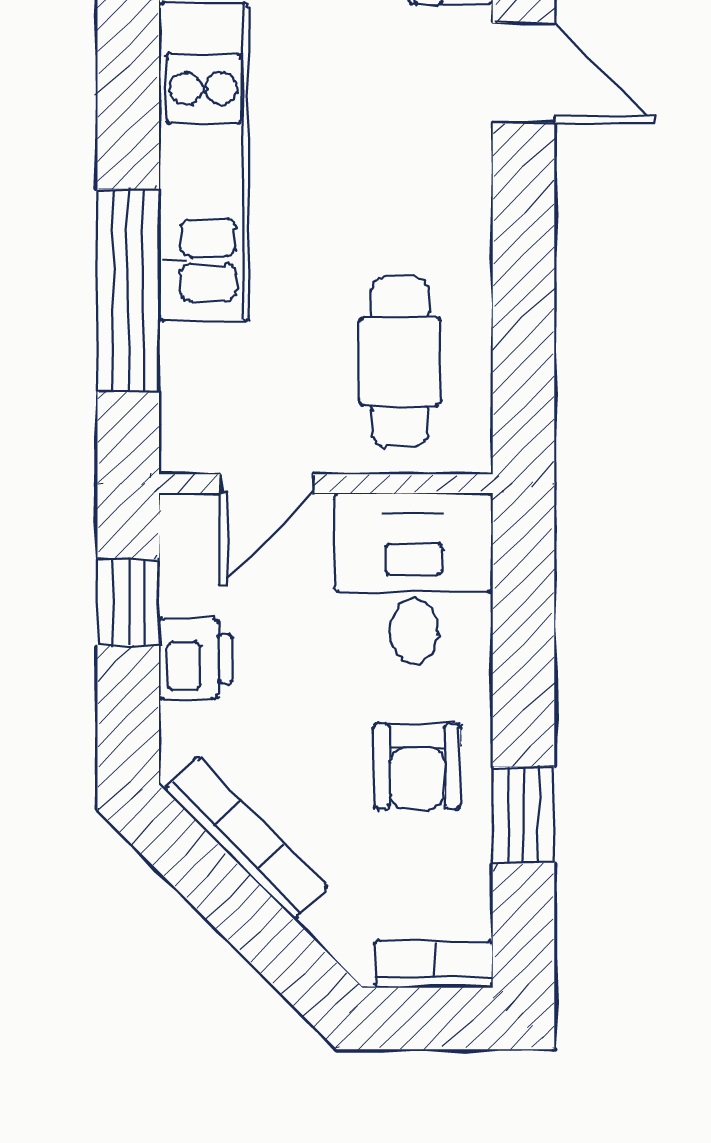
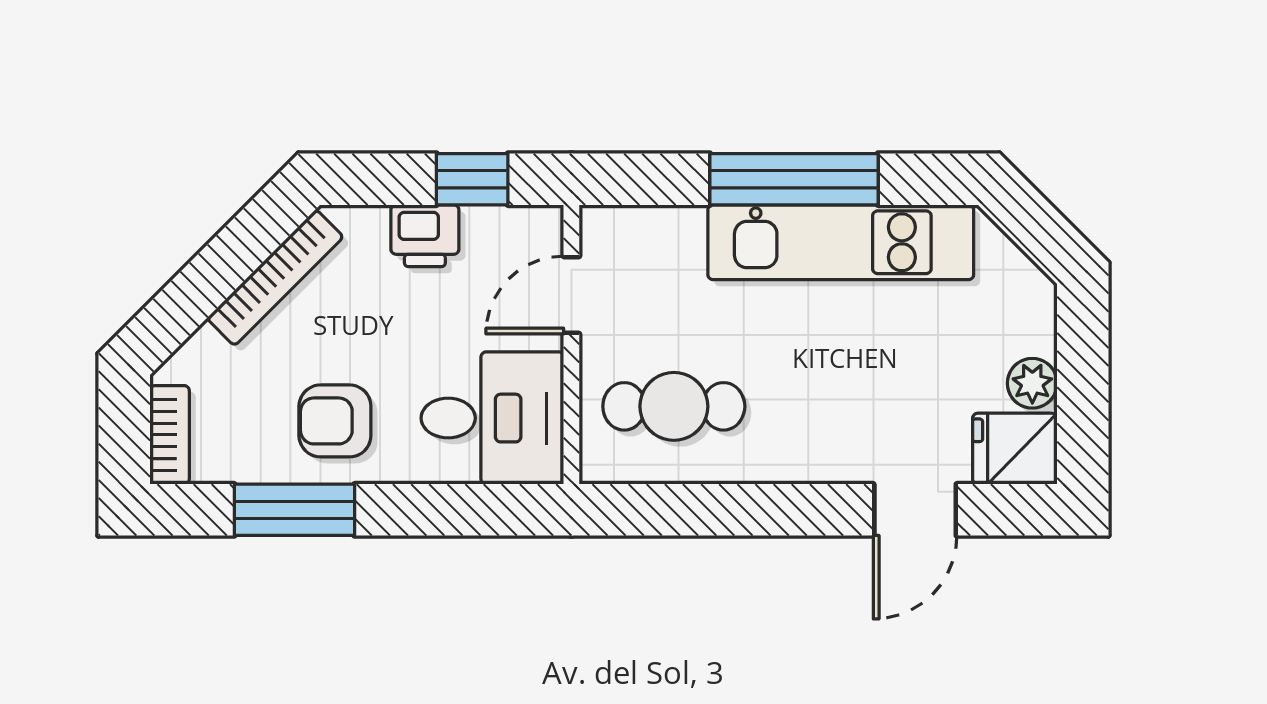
window: (128, 290) -> (794, 179), moved
door: (267, 484) -> (571, 295), hinge flipped
window: (524, 815) -> (294, 510), width x1.50

